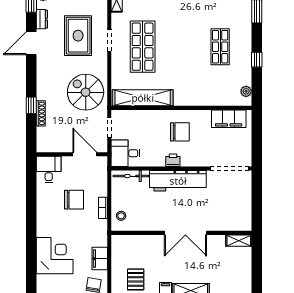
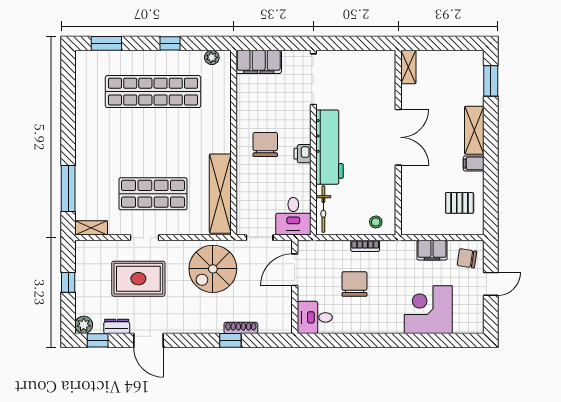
shop shelf: (220, 47) -> (153, 92), width x2.00, depth x1.36
filing cabinet: (229, 119) -> (259, 62), moved, turned 90

